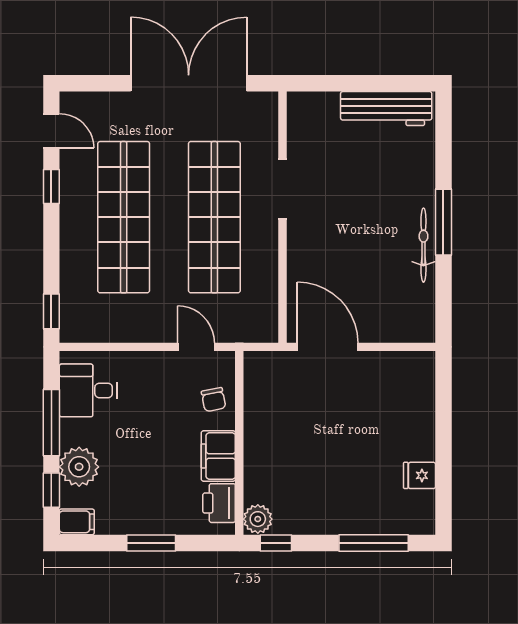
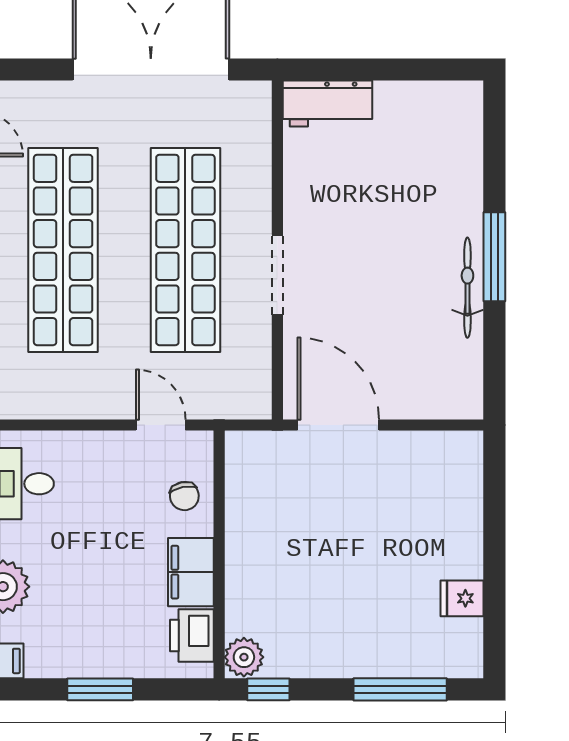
workbench: (386, 109) -> (327, 103), moved, width x0.73
doorway: (283, 189) -> (277, 275), moved

